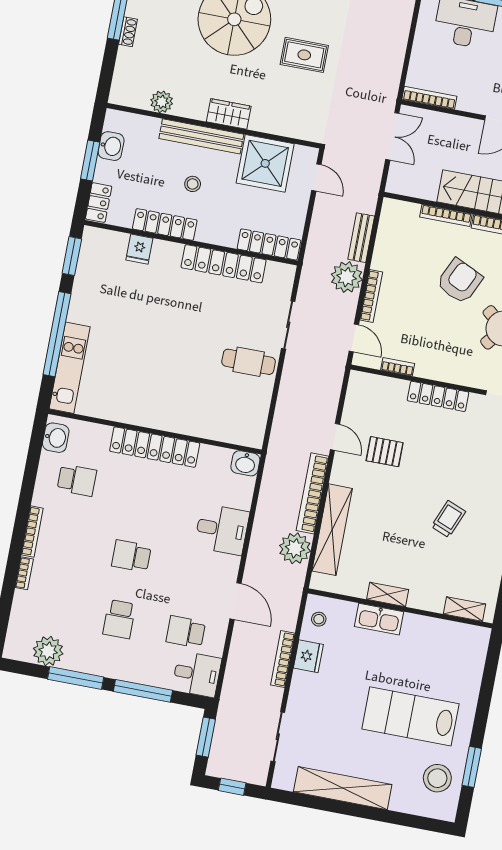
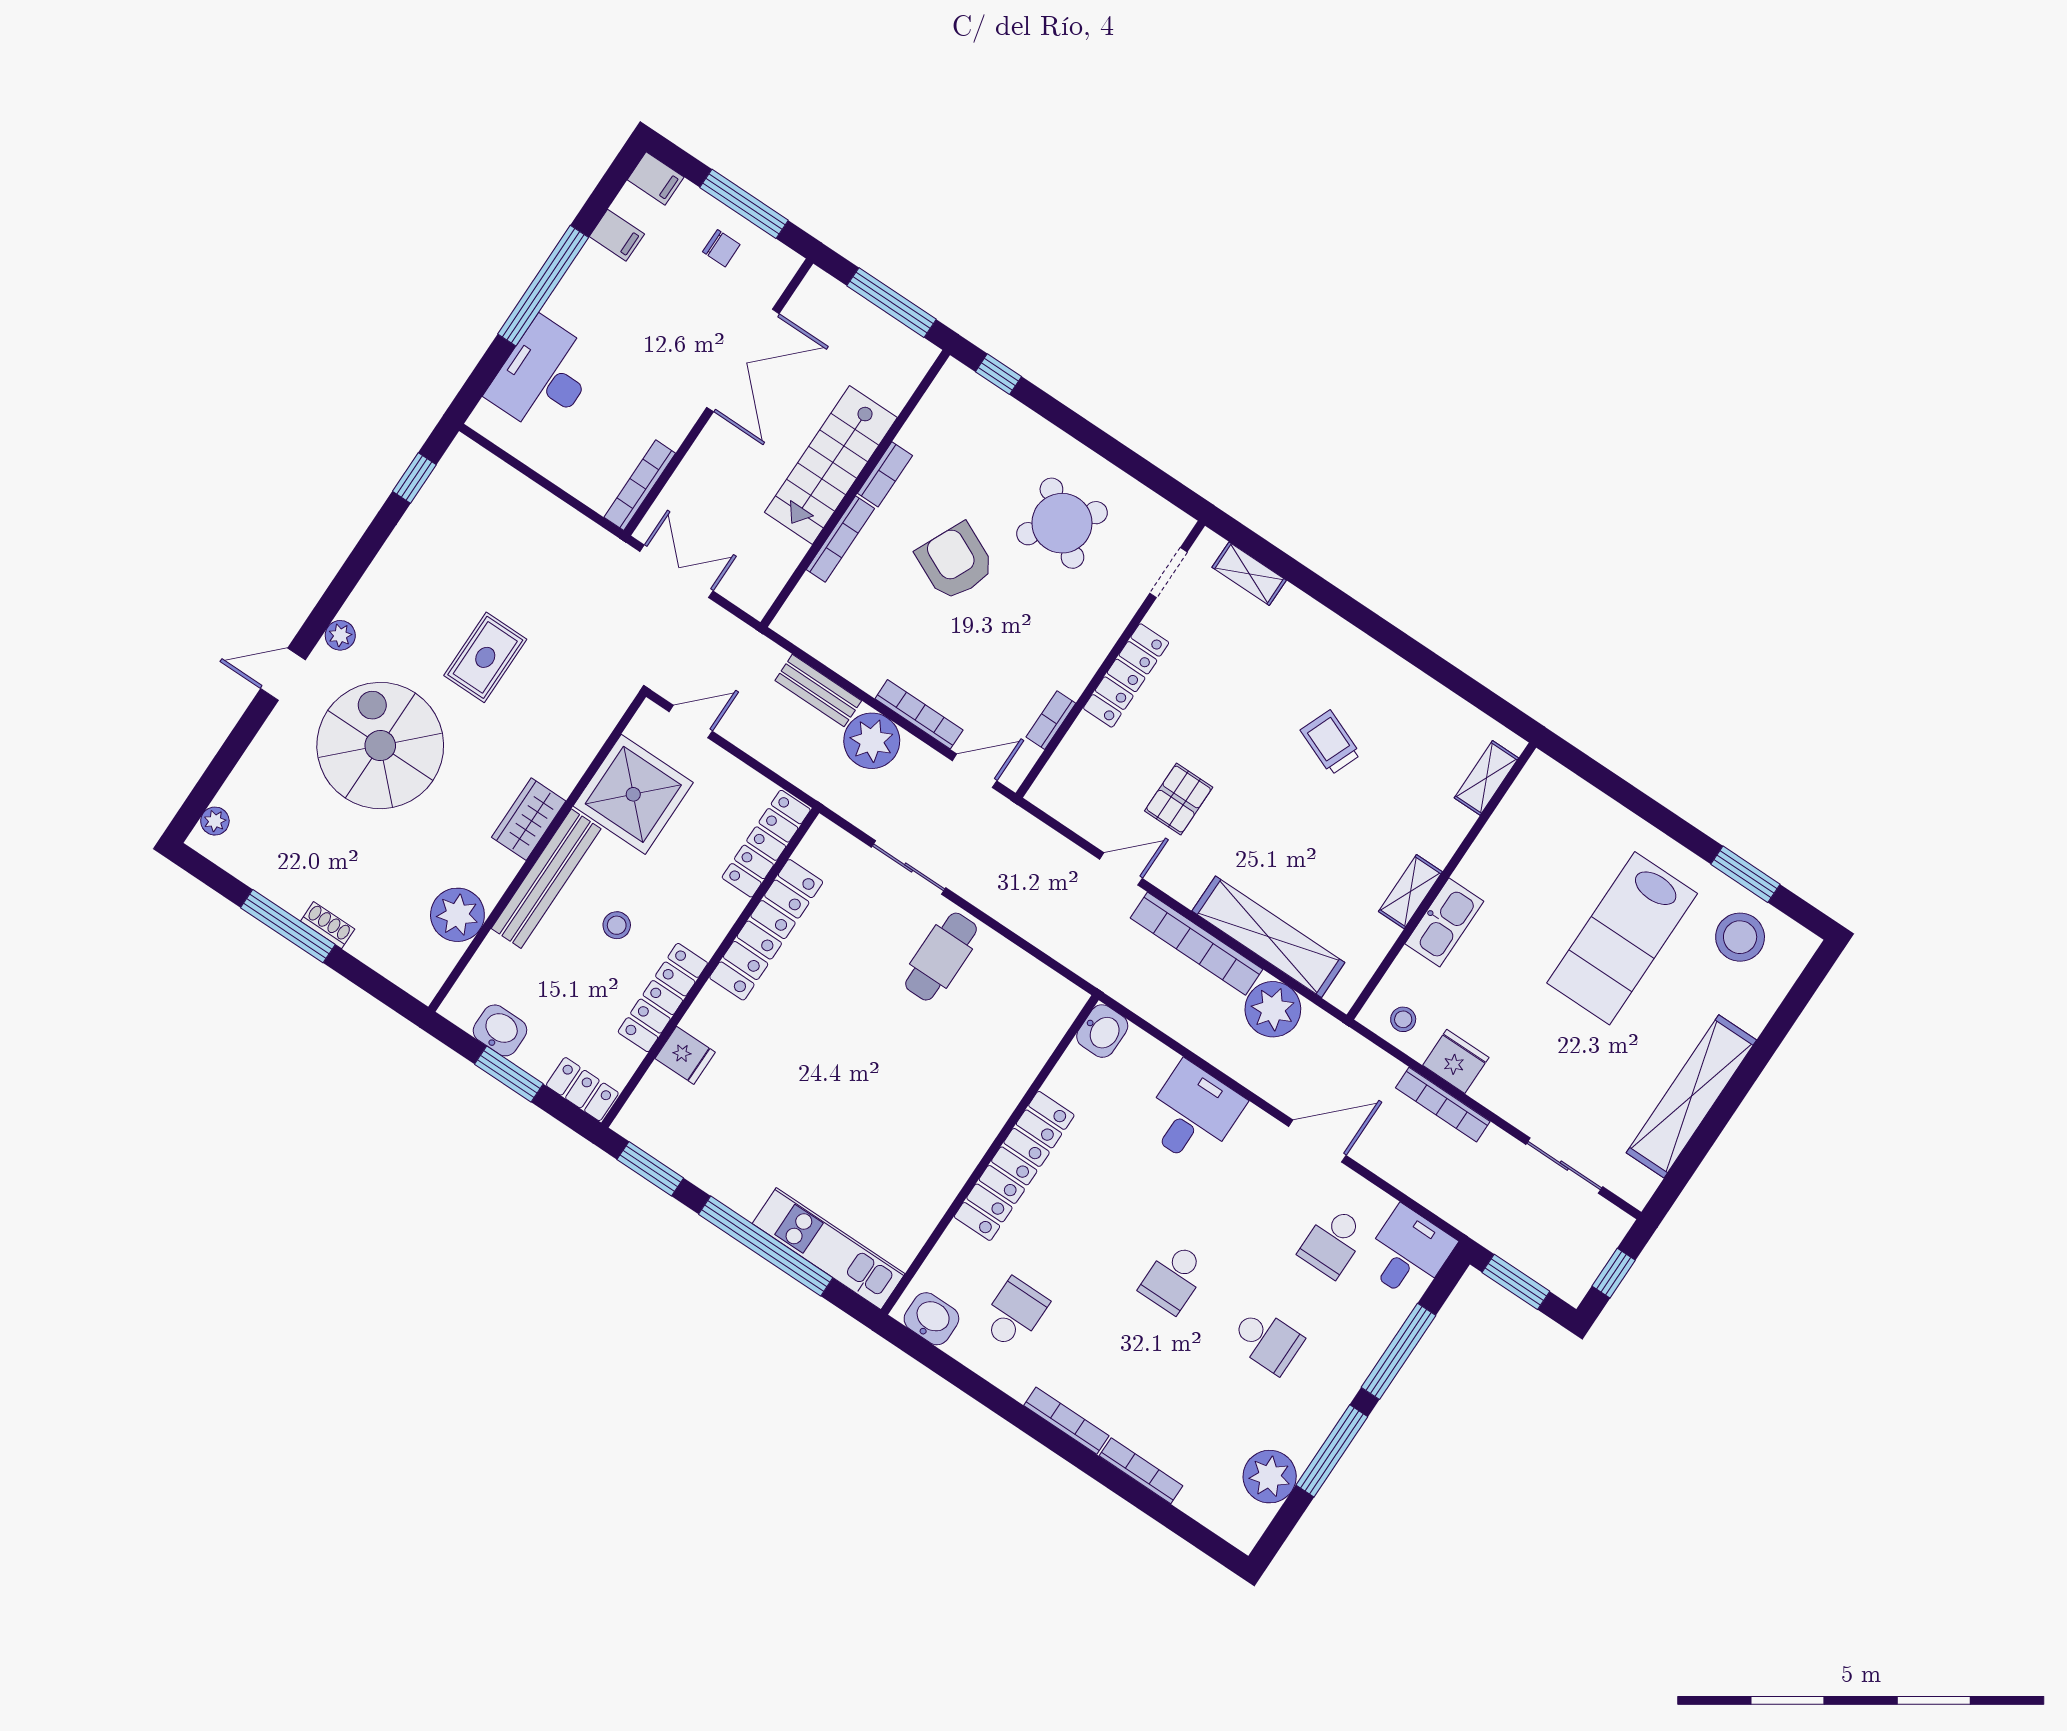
plant: (162, 102) -> (457, 915), width x1.36, depth x1.36
bookcase: (24, 573) -> (1141, 1471), width x1.56

